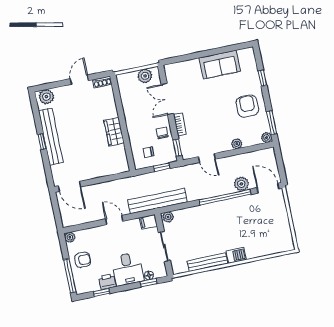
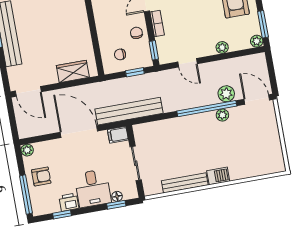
wardrobe: (114, 132) -> (73, 71), moved, turned 90
plant: (168, 217) -> (222, 115), moved
door: (114, 220) -> (79, 132), width x1.88

